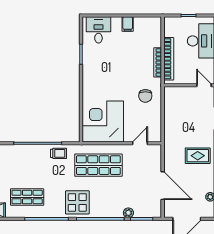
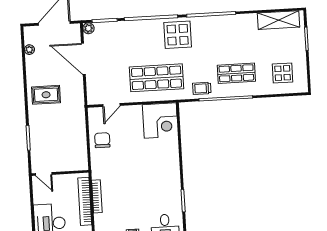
chair: (145, 96) -> (102, 140), moved
corner desk: (103, 122) -> (160, 120), width x0.74, depth x0.74
shop shelf: (27, 197) -> (236, 73), moved
plant: (128, 213) -> (88, 28), moved

